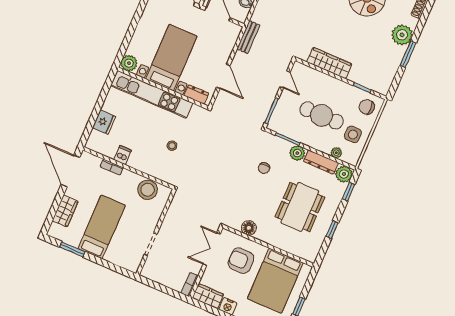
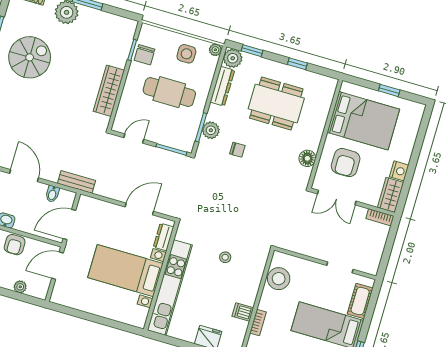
bench: (248, 37) -> (76, 182), moved
plant: (129, 63) -> (138, 318), removed
chair: (367, 107) -> (145, 55), moved
cafe table: (322, 115) -> (169, 92), turned 90
plant: (297, 153) -> (211, 130), moved
plant: (336, 153) -> (215, 50), moved
cot: (119, 258) -> (360, 301), added

